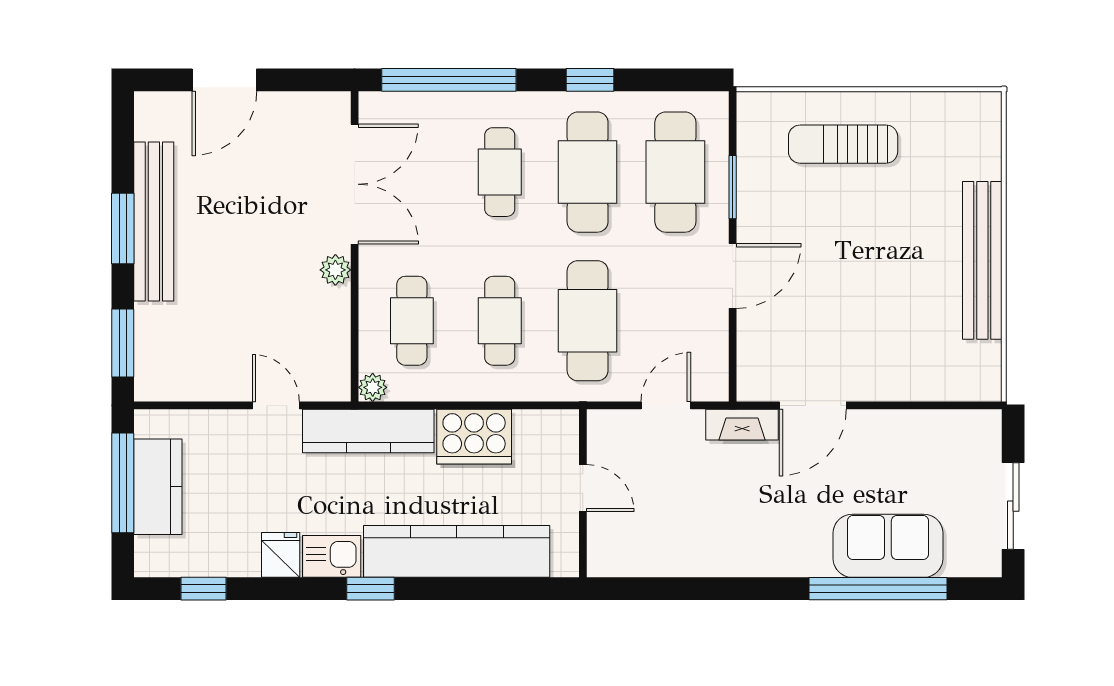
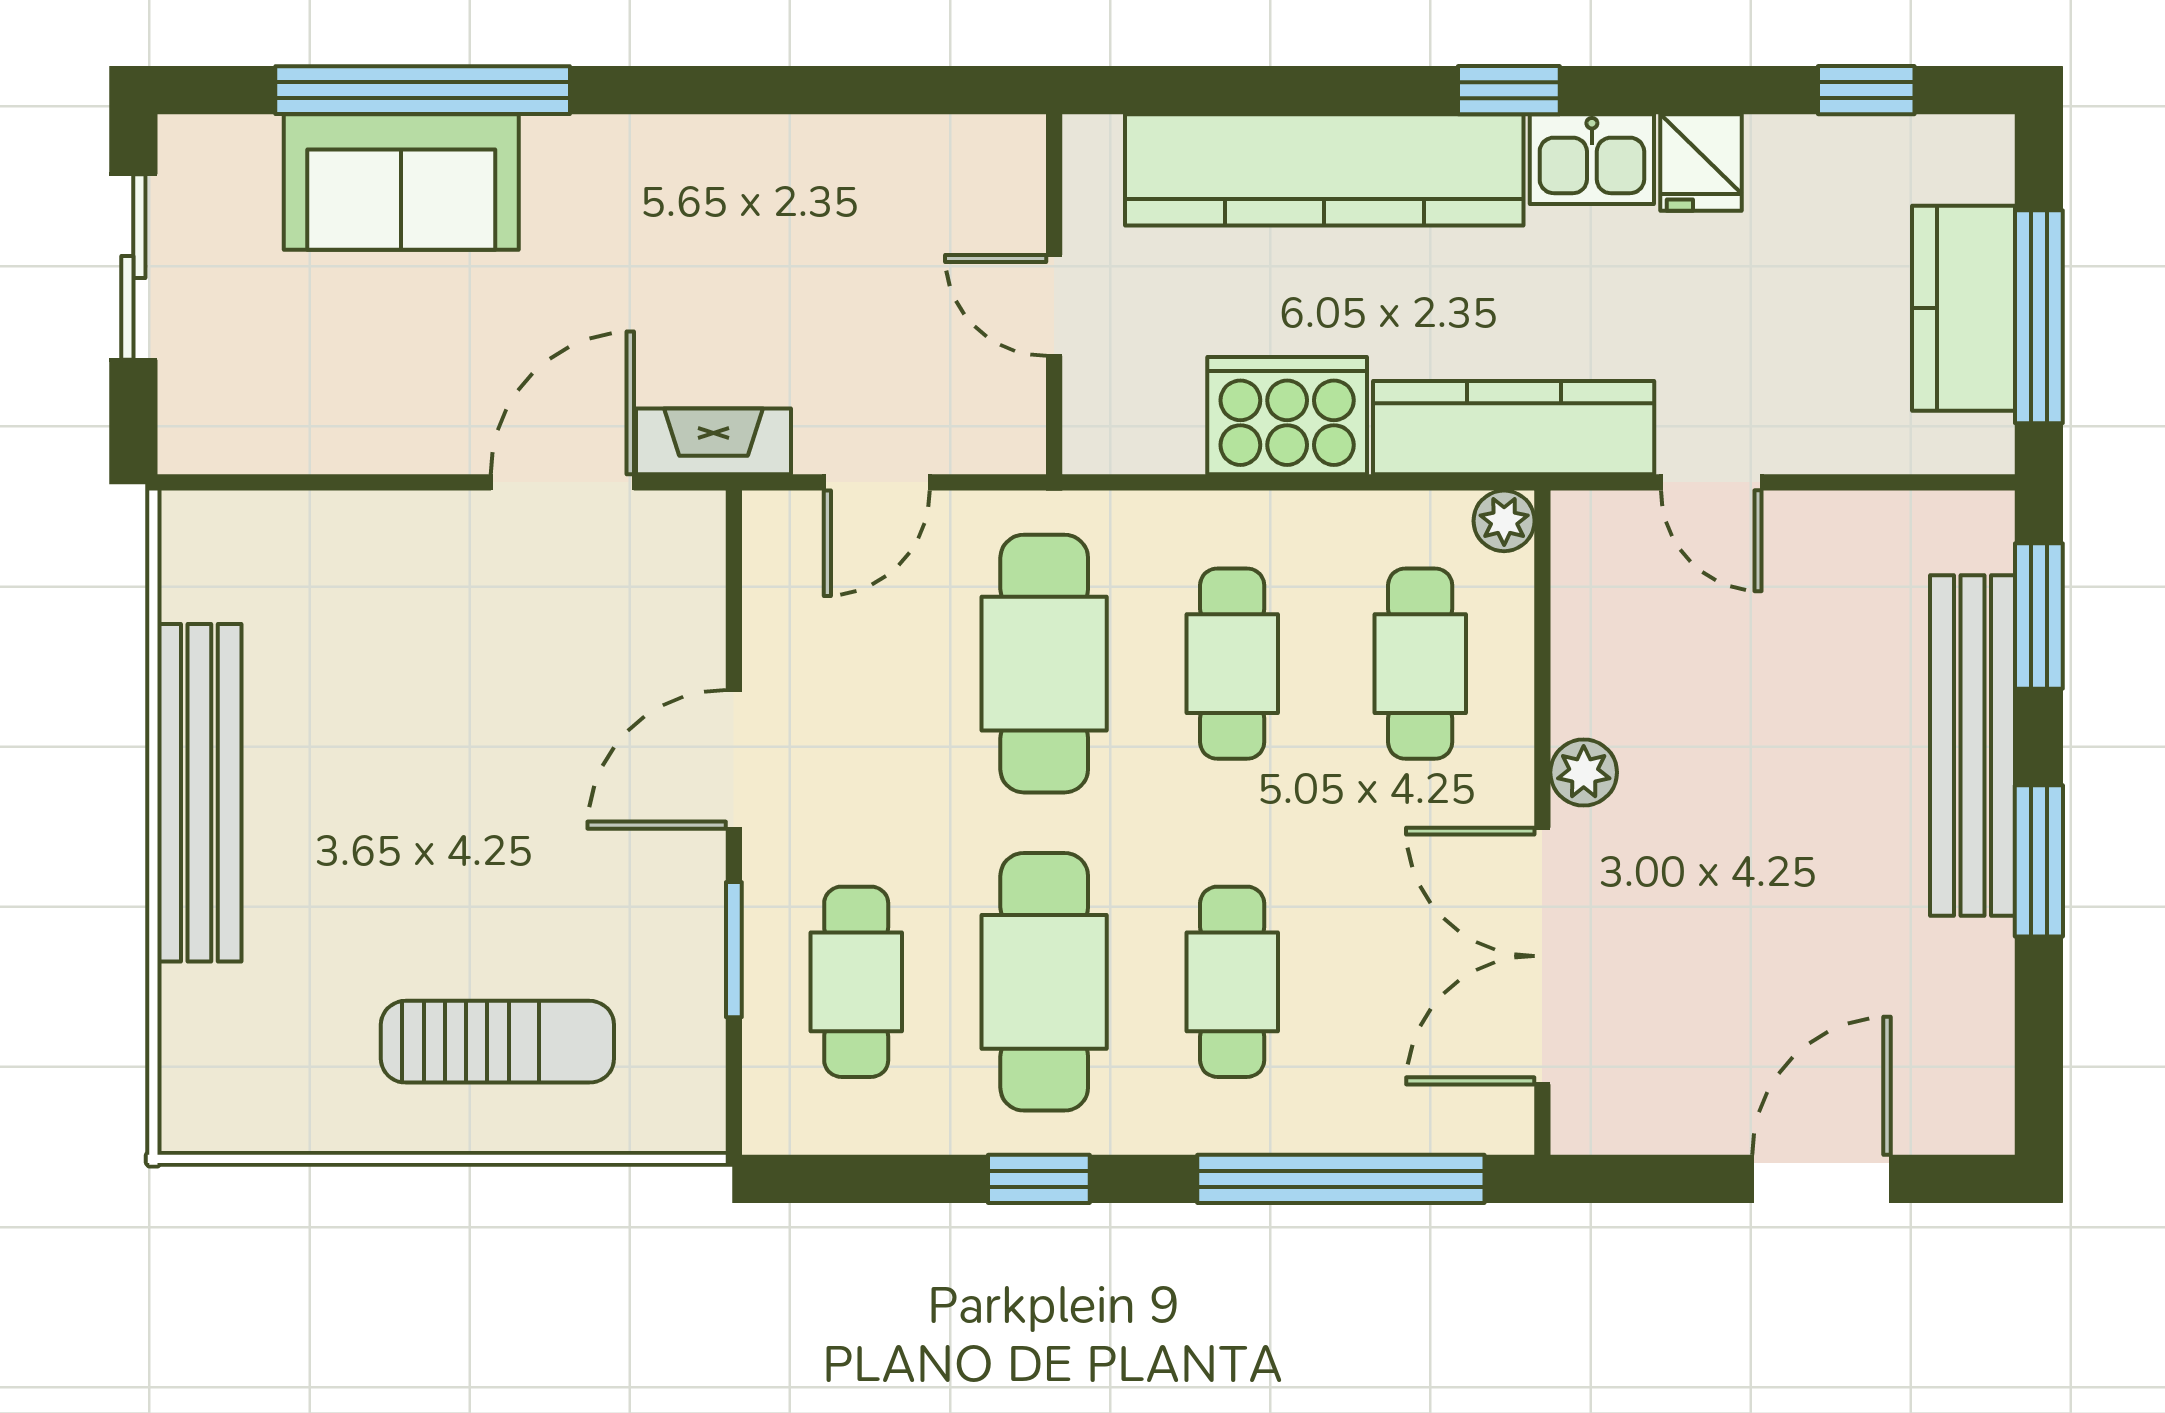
cafe table: (675, 172) -> (856, 982), width x0.73, depth x0.74
bench: (154, 222) -> (1972, 746), moved

